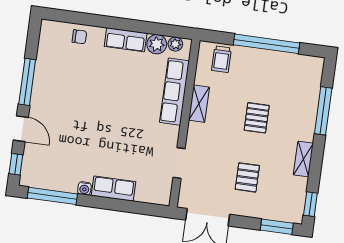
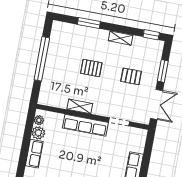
trolley: (221, 59) -> (51, 90), removed
row of seats: (174, 92) -> (85, 125), moved
window: (323, 111) -> (89, 23), width x0.69
window: (277, 227) -> (163, 71), moved

